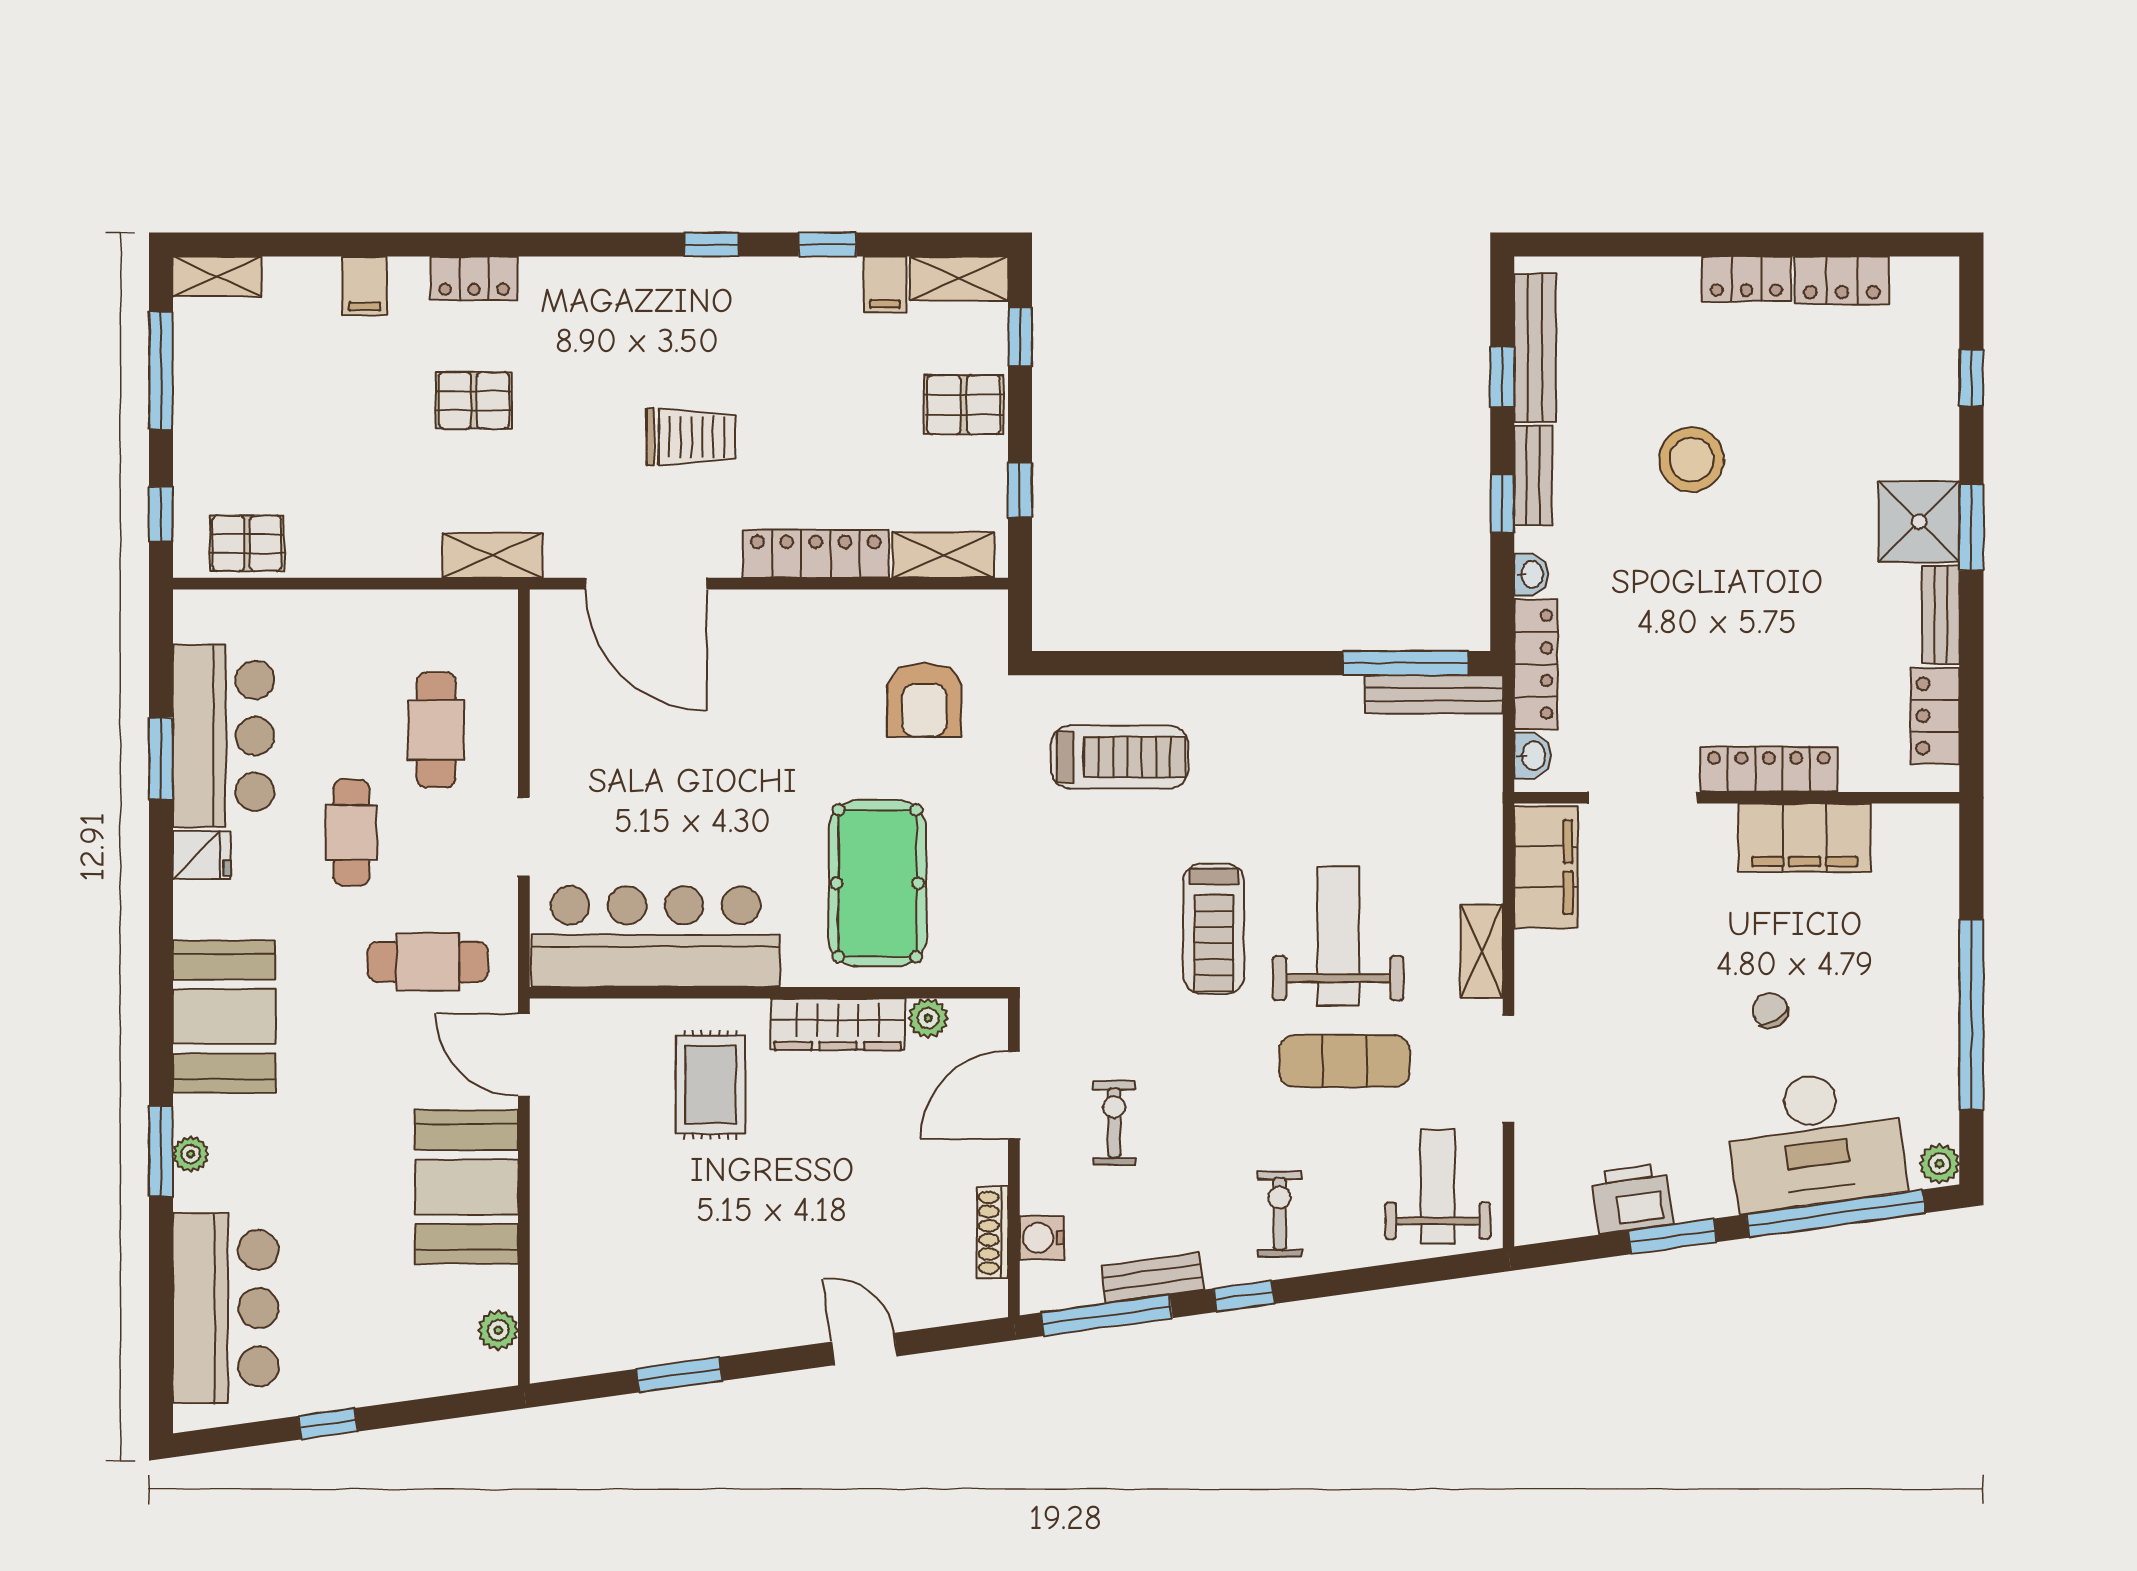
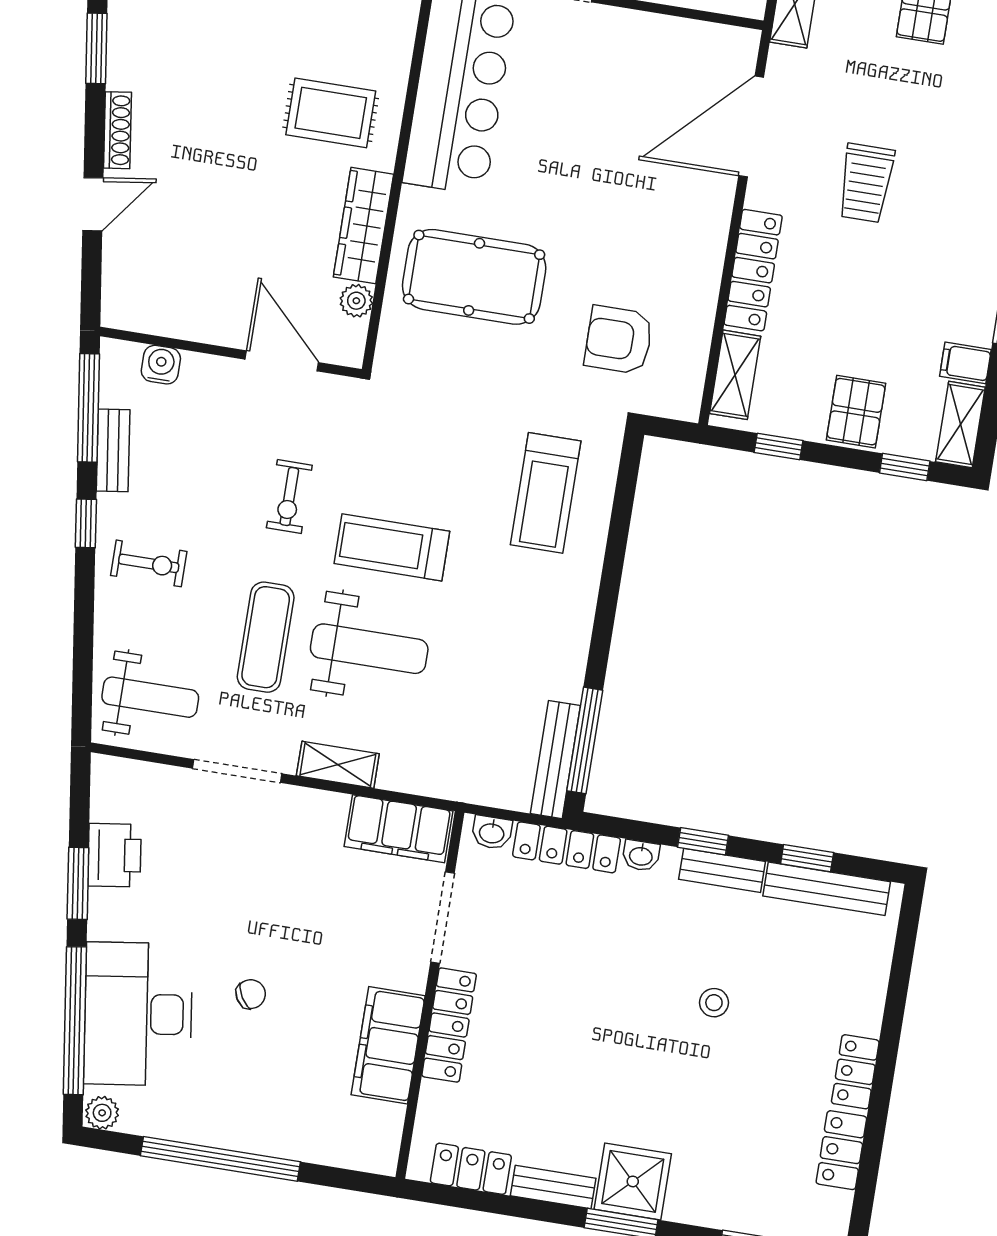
stool: (1692, 460) -> (714, 1003), width x0.53, depth x0.53
exercise bike: (1114, 1123) -> (289, 496), moved, turned 90
shoe rack: (992, 1233) -> (118, 130), moved, turned 82

